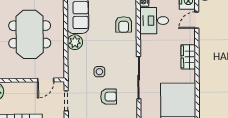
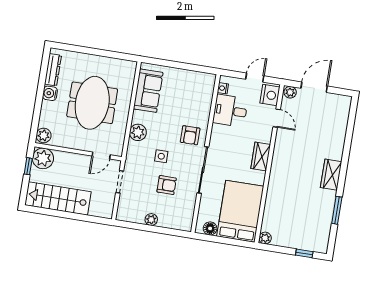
door: (197, 20) -> (277, 118), swing flipped
armchair: (124, 25) -> (190, 135), moved
plant: (75, 42) -> (138, 132), moved

